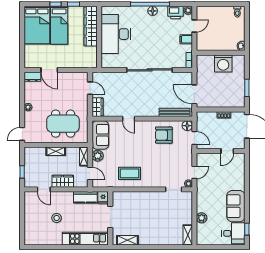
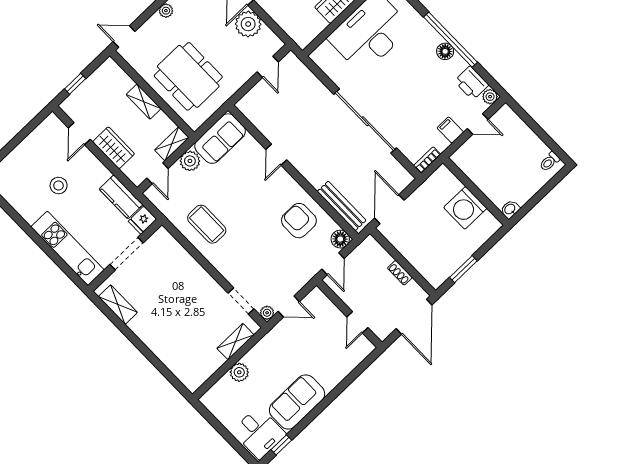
plant: (65, 79) -> (248, 24), added
wardrobe: (98, 107) -> (252, 100), removed
door: (227, 151) -> (357, 322), hinge flipped
shelving: (188, 235) -> (235, 342), moved

